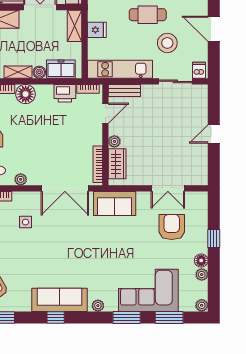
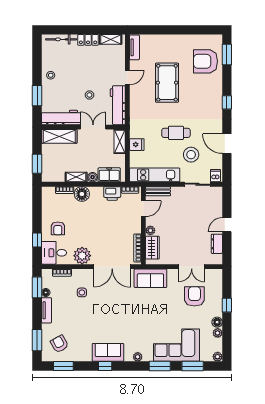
dresser: (201, 159) -> (217, 244), added
plant: (21, 179) -> (82, 256), width x1.87, depth x1.87
sofa: (59, 300) -> (108, 352), width x0.73

